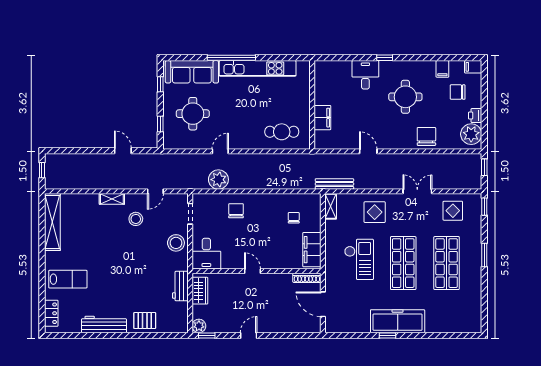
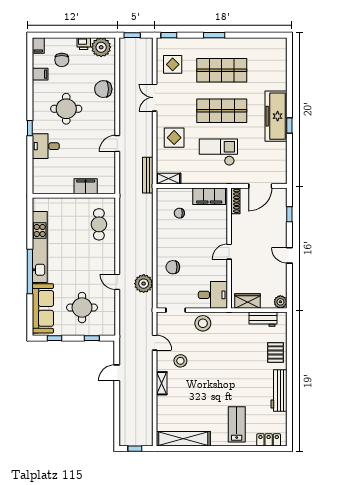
workbench: (180, 286) -> (263, 319), moved
window: (207, 335) -> (289, 214), moved

